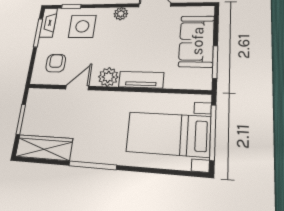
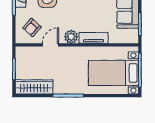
armchair: (56, 63) -> (32, 27), turned -137

